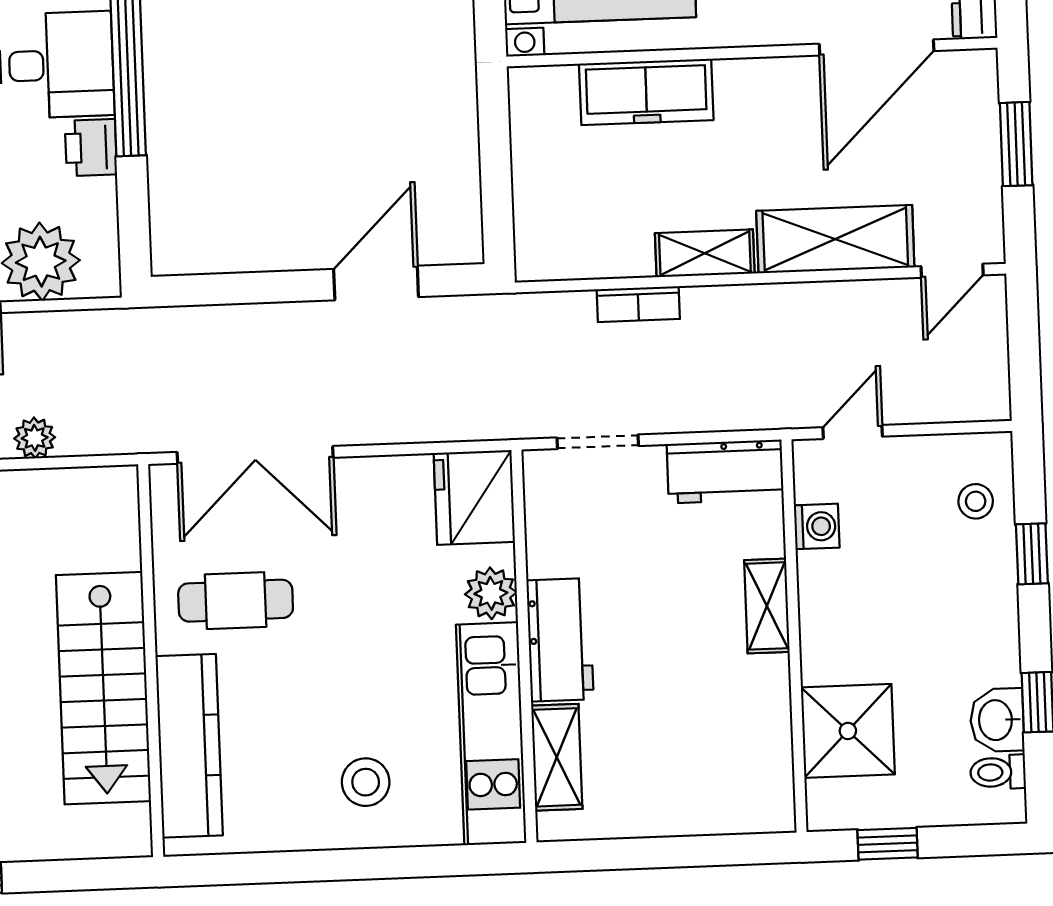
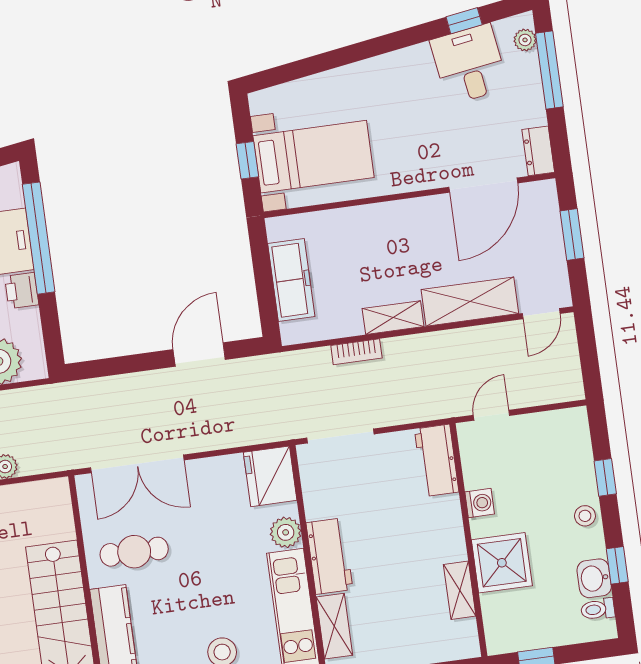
freezer: (646, 92) -> (291, 280), moved, turned -90
doorway: (598, 442) -> (340, 436), width x1.38
workbench: (725, 472) -> (437, 460), moved, turned 90
stool: (976, 501) -> (585, 516), moved
washing machine: (817, 526) -> (480, 503), moved
shelving: (767, 606) -> (460, 590), moved
shower: (848, 731) -> (502, 563), moved

